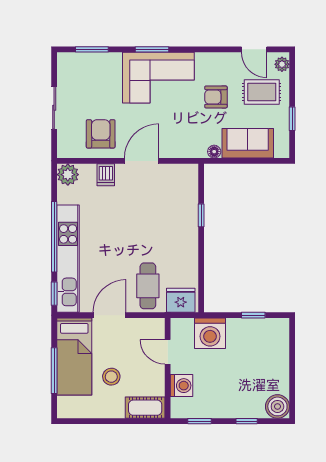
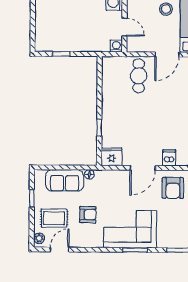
door: (254, 49) -> (60, 250), hinge flipped
fridge: (181, 300) -> (112, 157), moved, turned 180
washing machine: (210, 333) -> (116, 46), moved, width x0.53, depth x0.53

